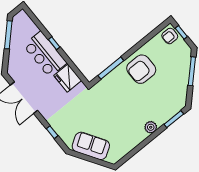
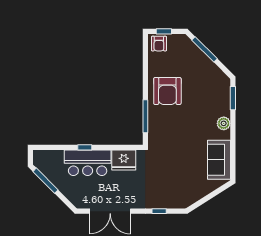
sofa: (91, 146) -> (219, 160), moved, turned -58

